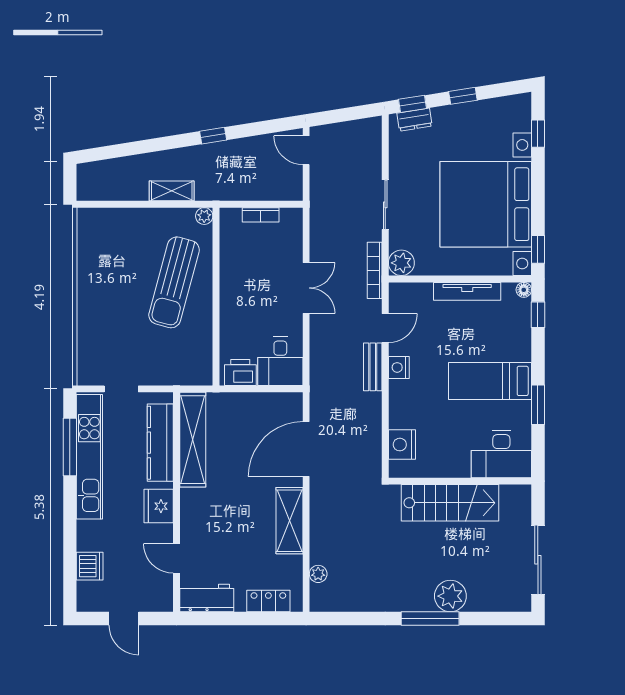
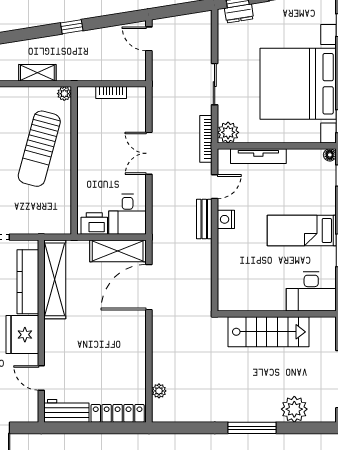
double door: (306, 288) -> (149, 153), swing flipped
tv unit: (467, 291) -> (258, 156), moved
nightstand: (402, 445) -> (229, 283), removed
fridge: (159, 506) -> (22, 335), width x1.36, depth x1.34
shelving: (290, 521) -> (118, 251), moved, turned 90
plant: (450, 596) -> (294, 409), moved
locker: (268, 601) -> (118, 413), width x1.53

